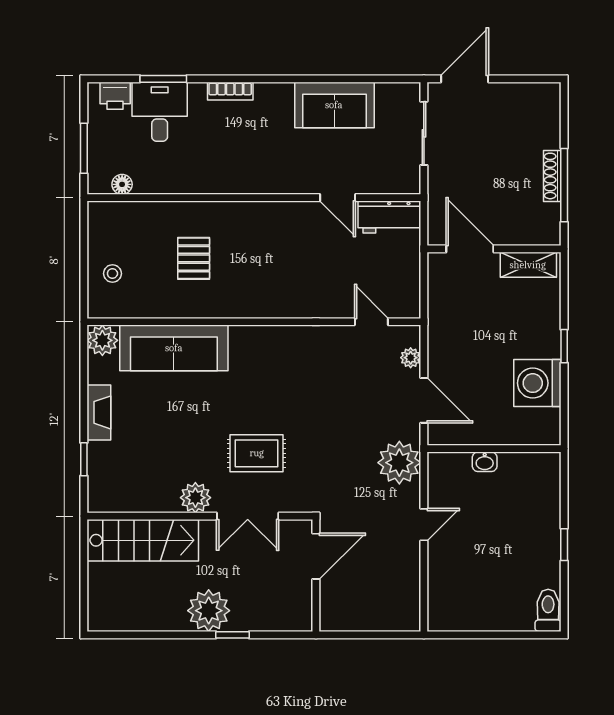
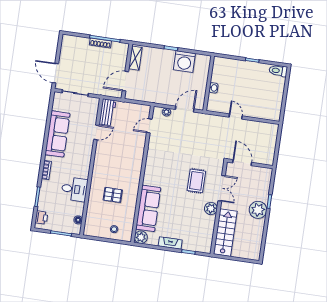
sofa: (334, 105) -> (57, 134), width x1.36
desk: (160, 112) -> (74, 189), moved, turned 180
plant: (399, 463) -> (209, 123), removed

